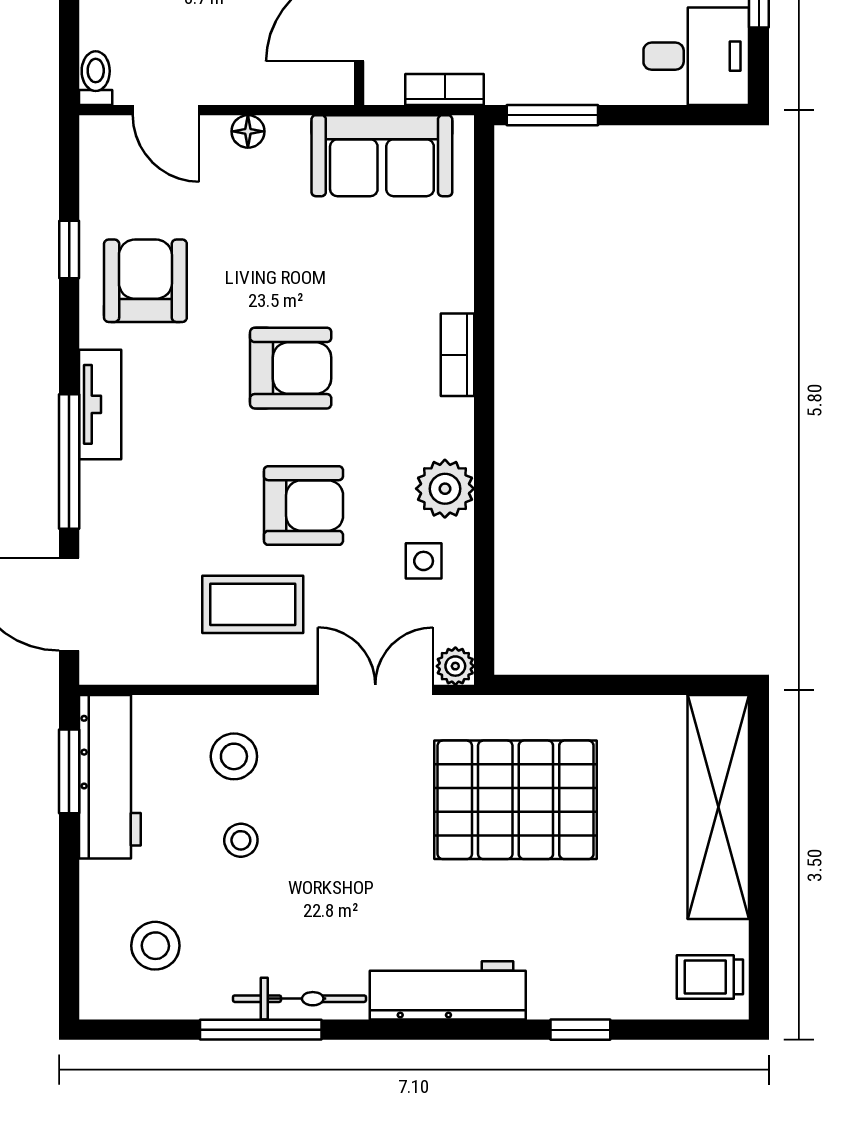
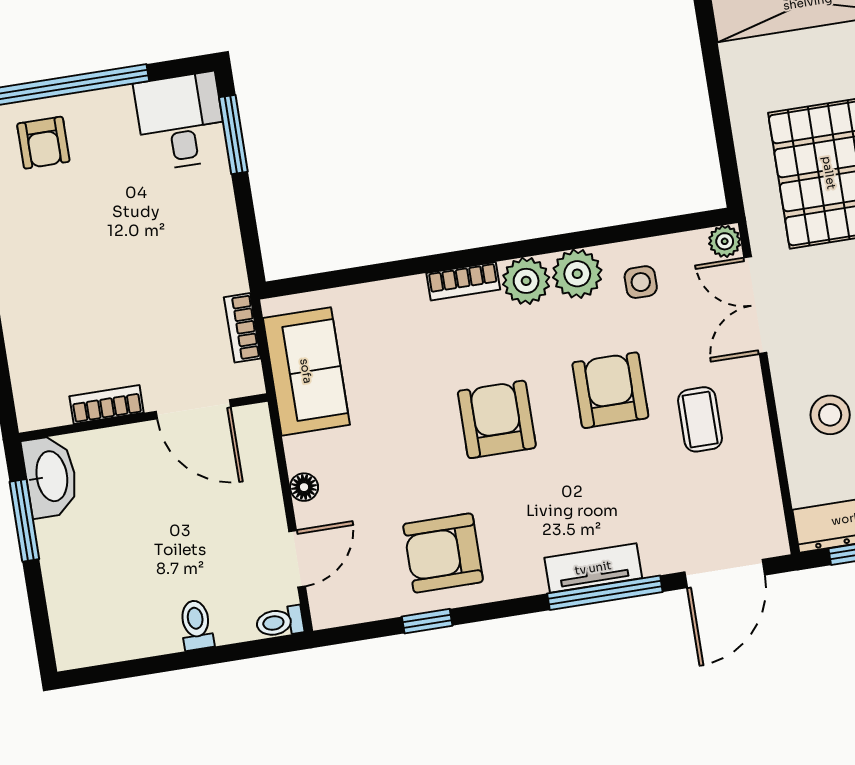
window: (552, 115) -> (233, 135), moved
tv unit: (100, 404) -> (593, 568), moved
plant: (446, 428) -> (526, 281), added
coffee table: (253, 604) -> (700, 419), width x0.73, depth x0.77

